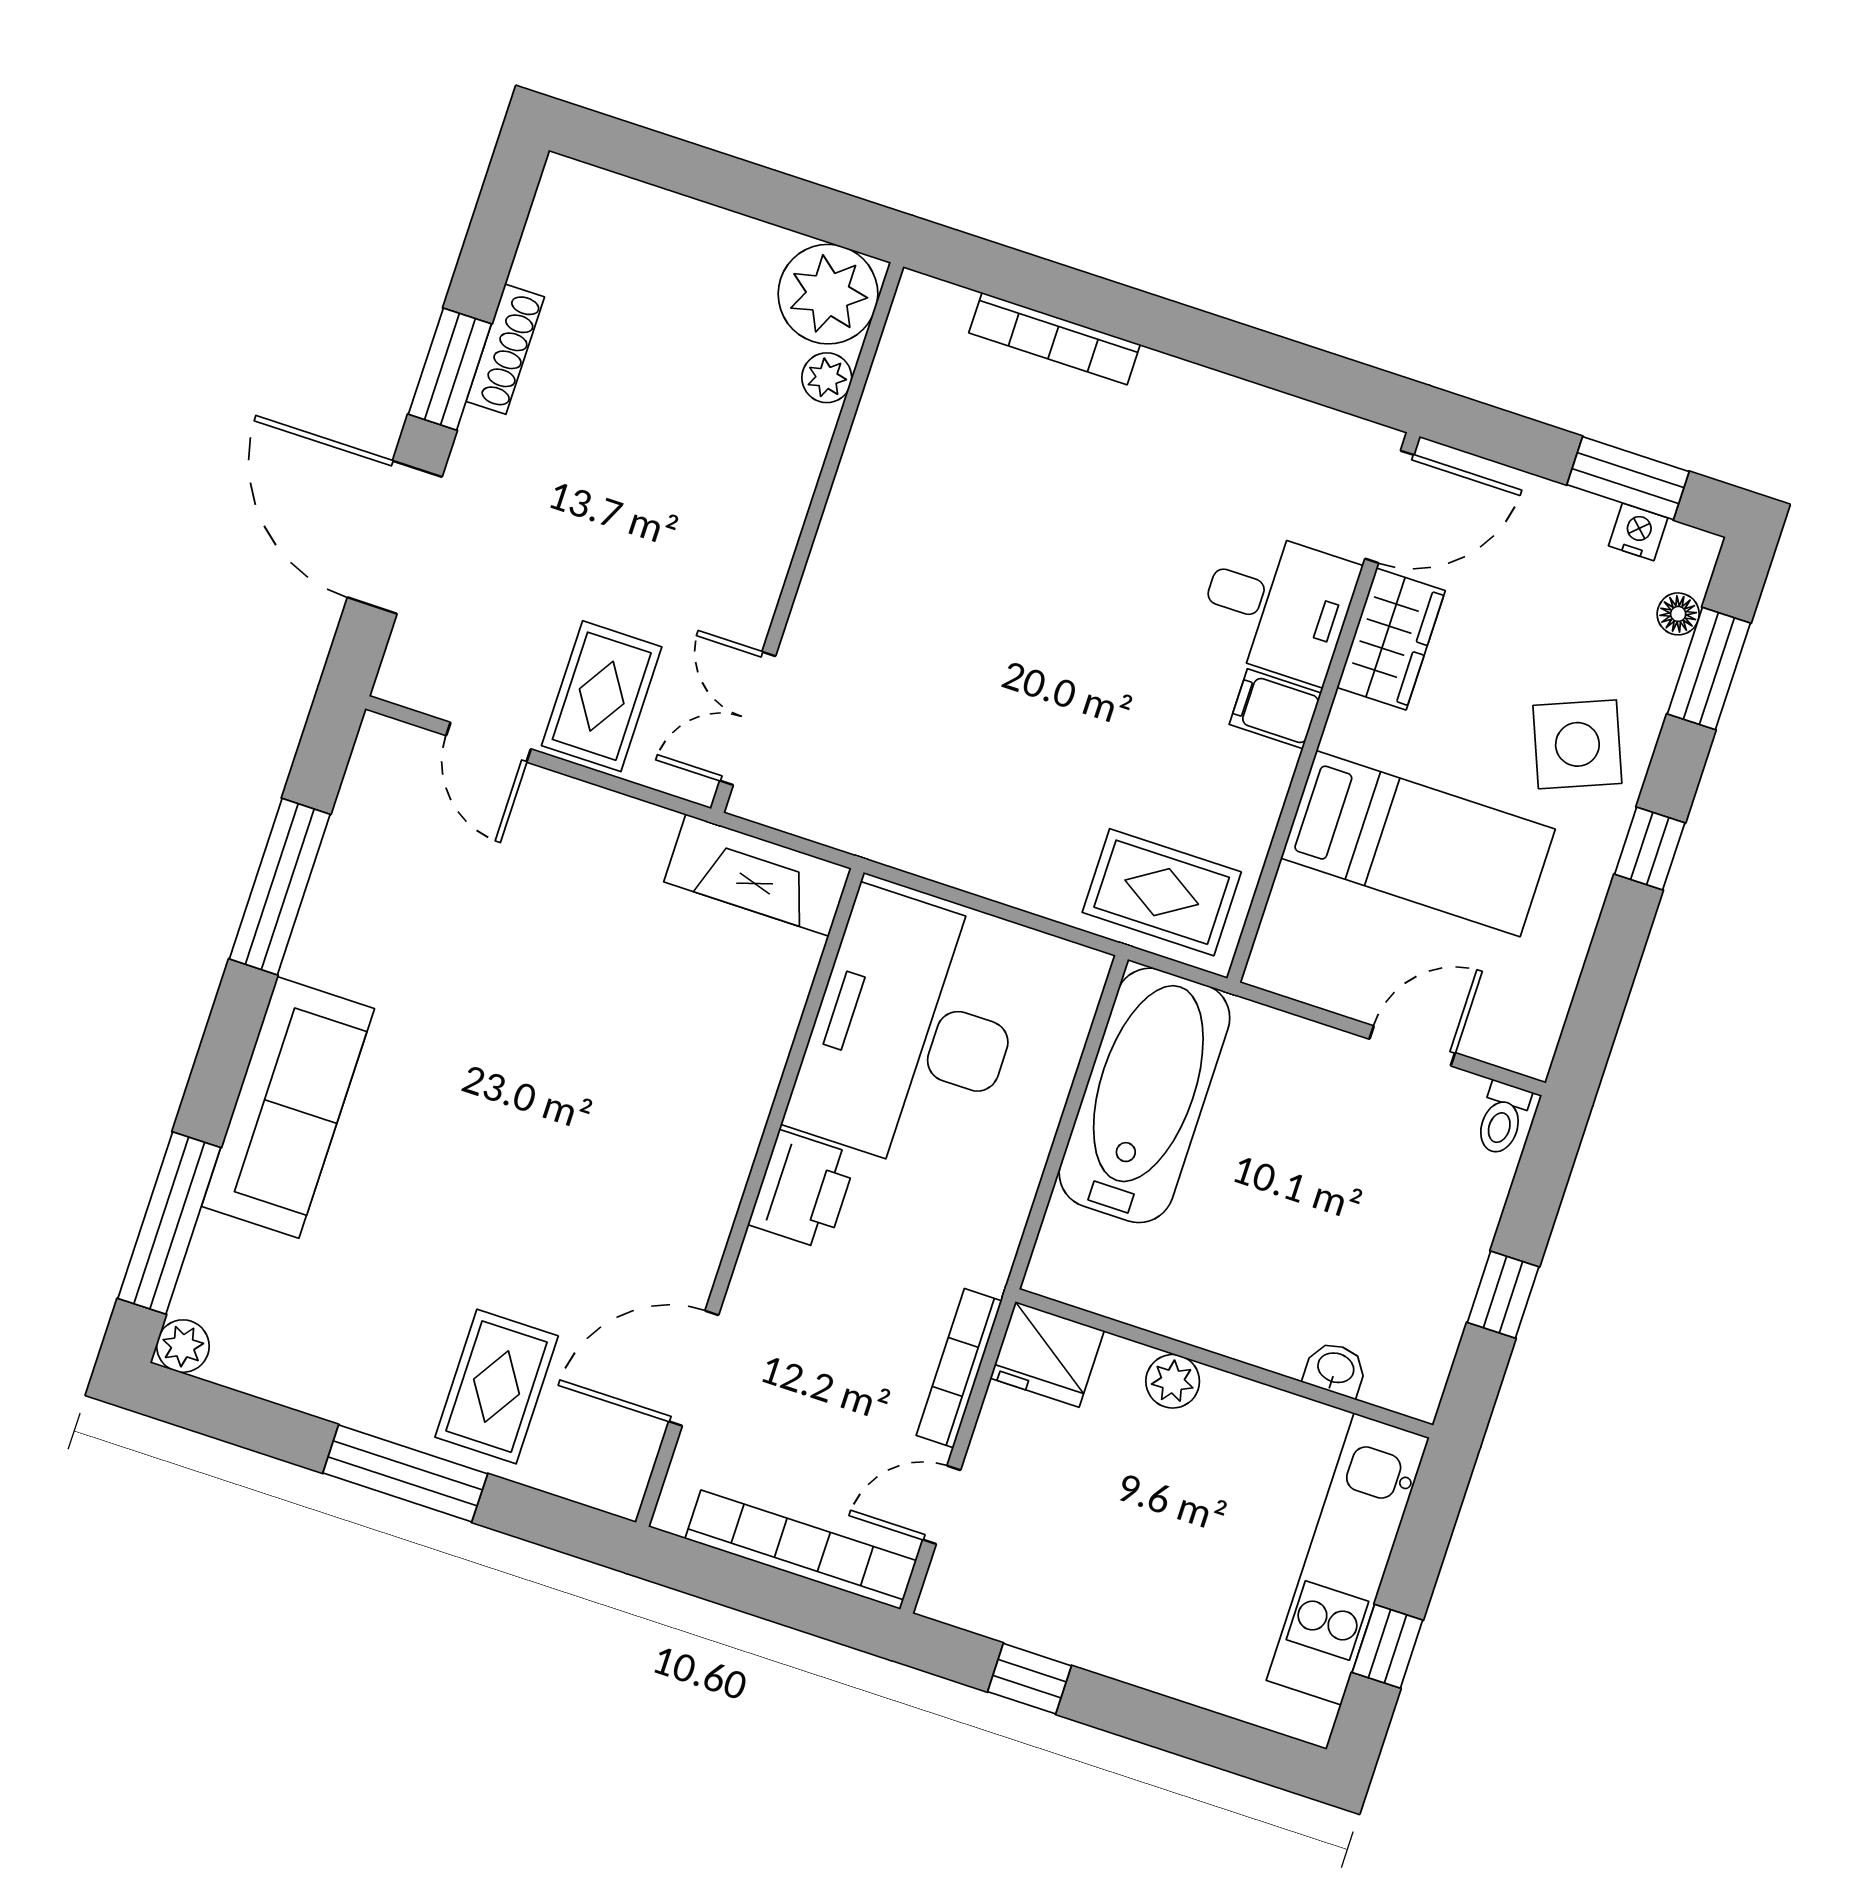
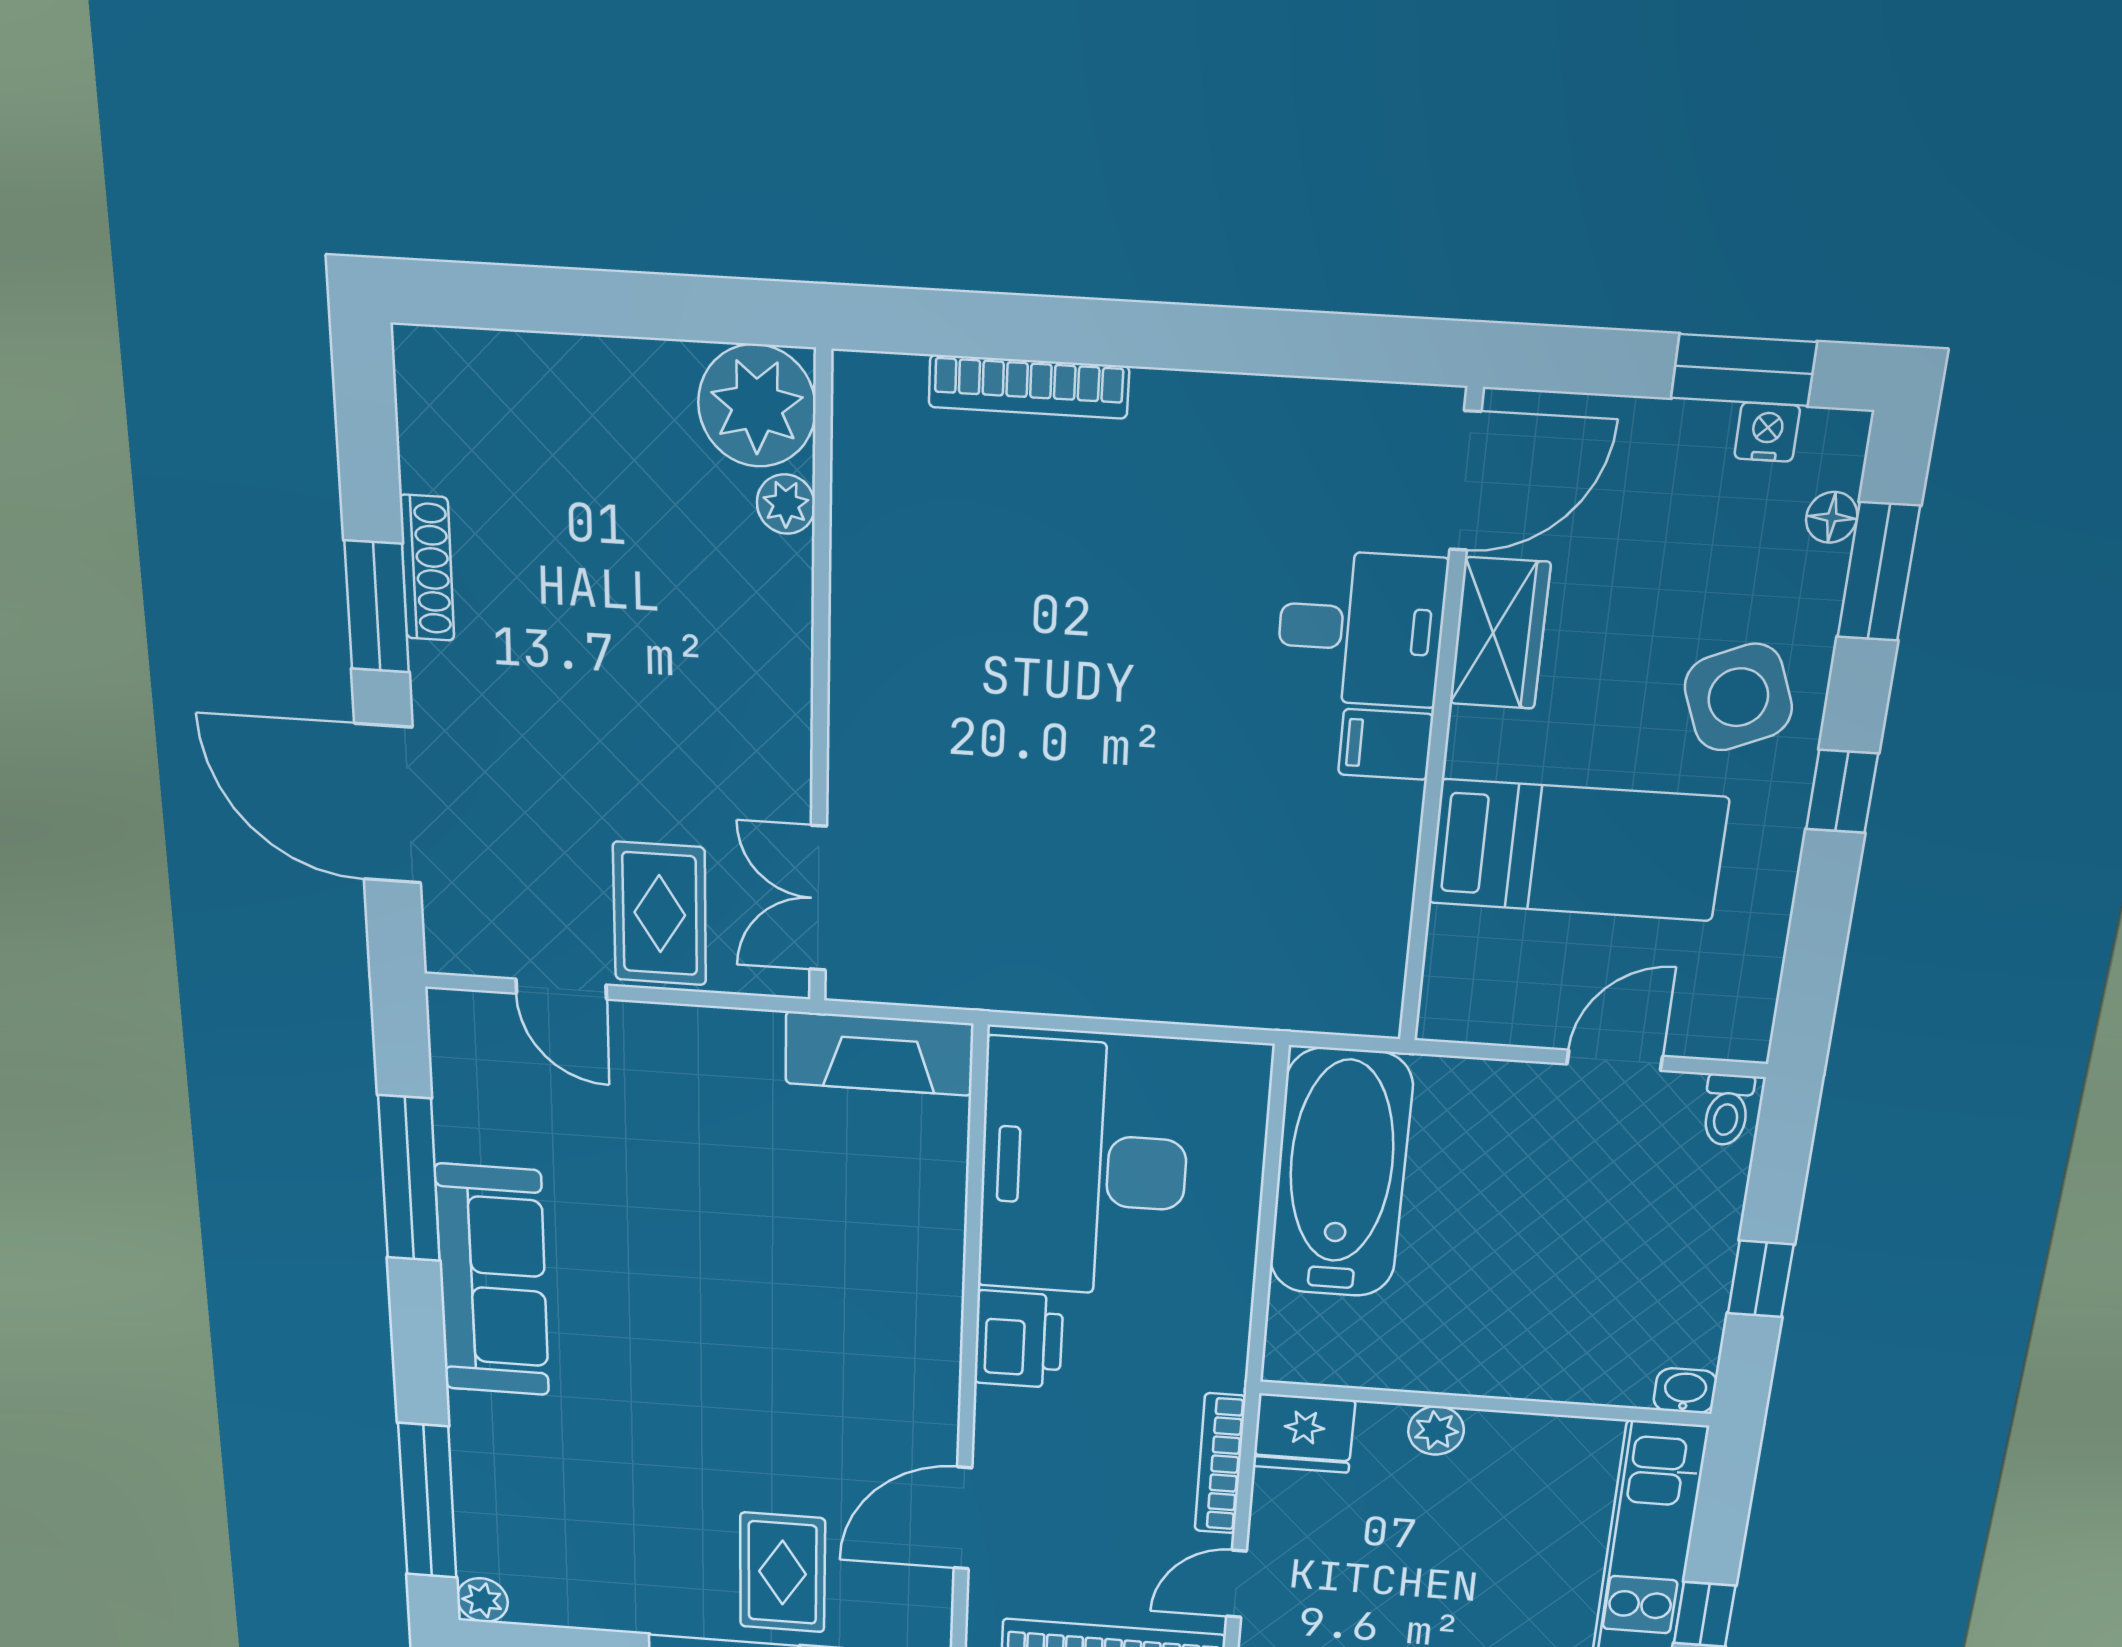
rug: (1162, 892) -> (1308, 969), removed
sofa: (288, 1107) -> (493, 1281), moved
washbasin: (1335, 1369) -> (1685, 1391), moved

